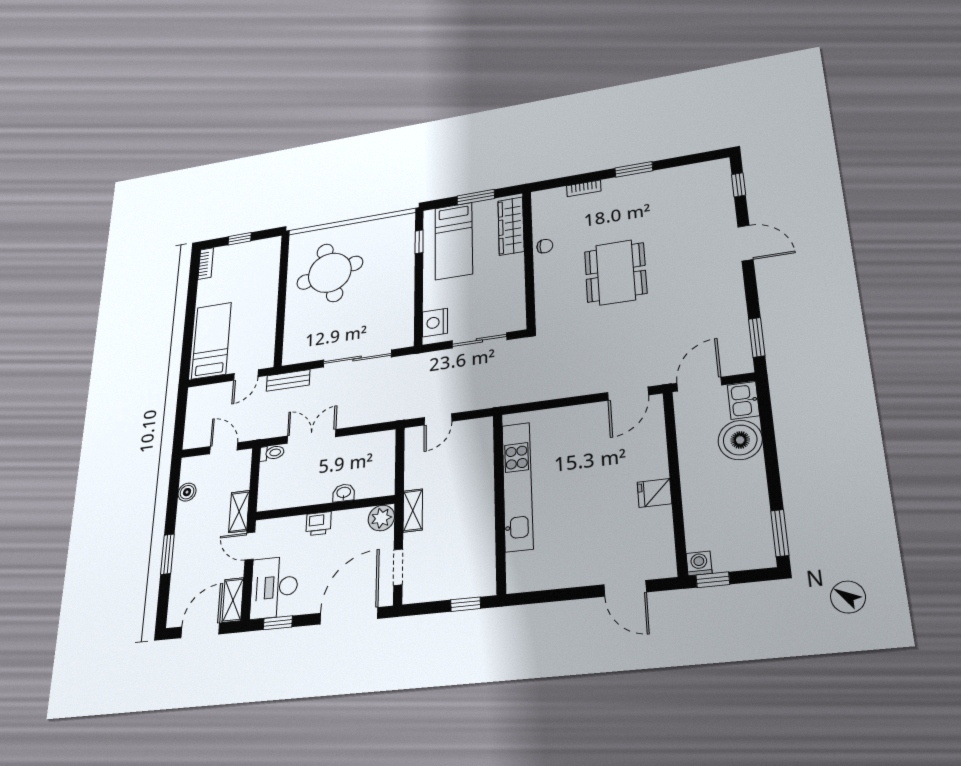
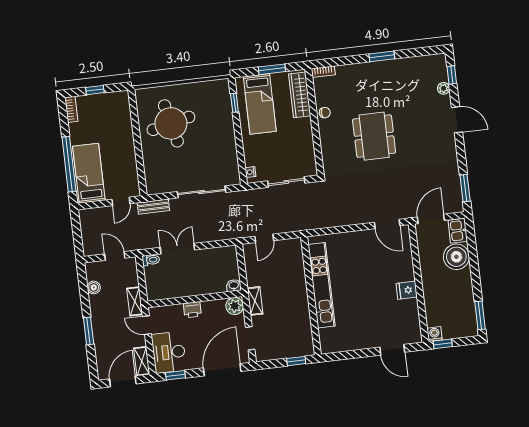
bookcase: (584, 188) -> (323, 72), moved
plant: (725, 203) -> (444, 88), added
nightstand: (435, 323) -> (250, 172), width x0.53, depth x0.56
window: (189, 330) -> (69, 164), added
door: (628, 394) -> (387, 224), hinge flipped
washbasin: (344, 493) -> (234, 286), moved

